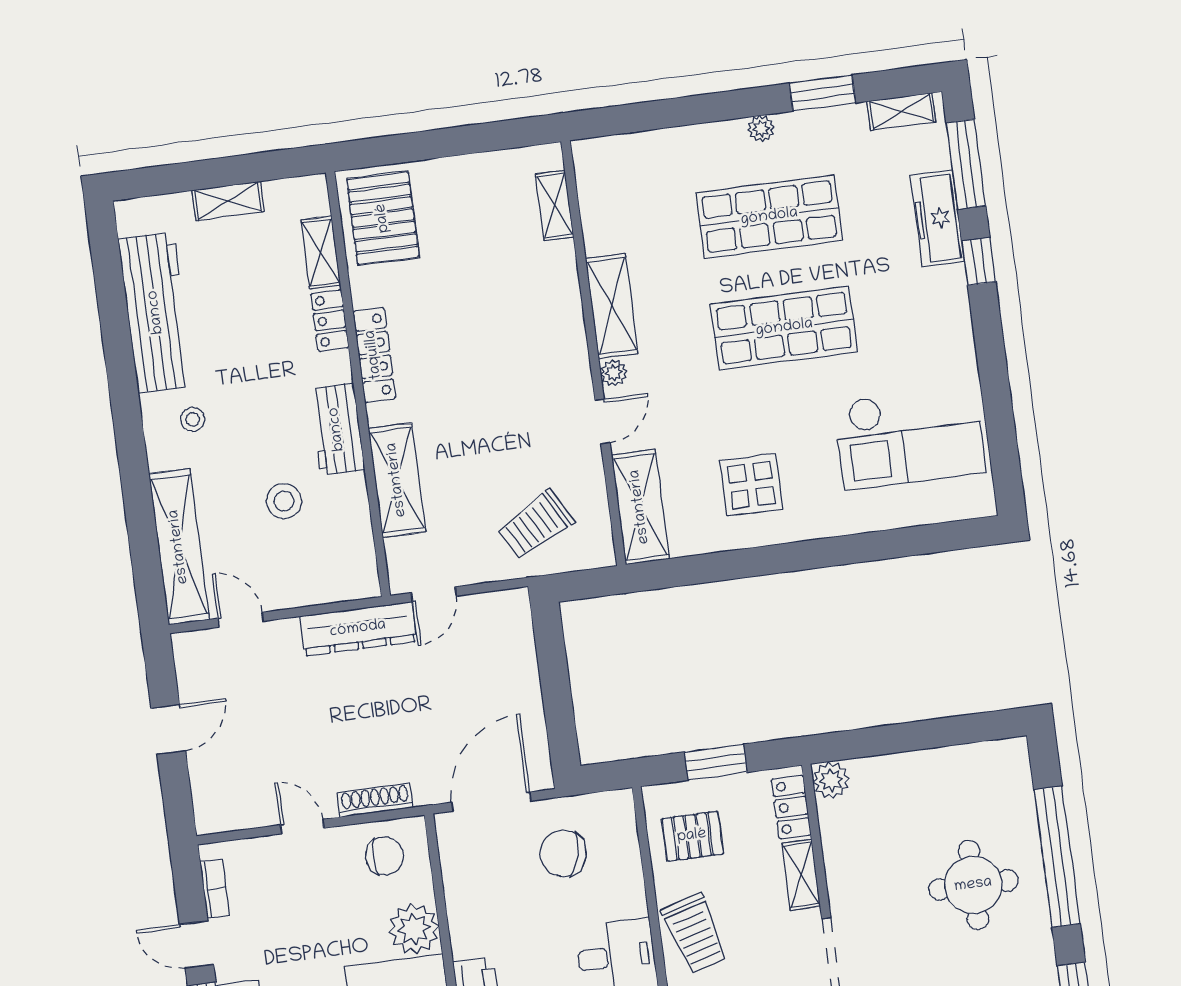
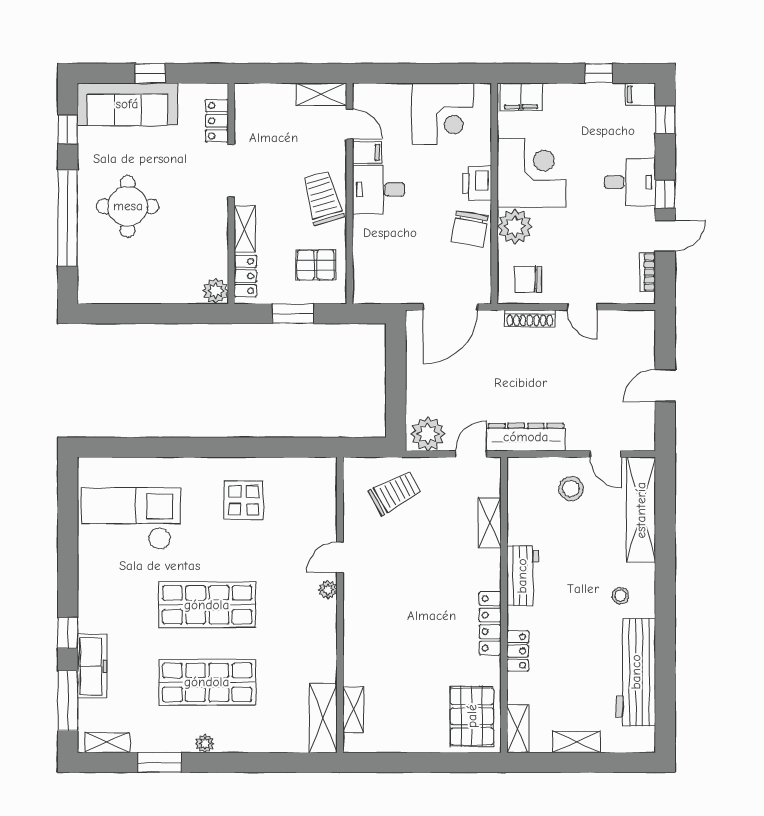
shelving: (321, 253) -> (518, 729), moved
shelving: (612, 306) -> (323, 718), moved
shelving: (397, 480) -> (490, 523), width x0.67, depth x0.75
stool: (284, 501) -> (571, 489), moved
shelving: (640, 507) -> (322, 495), removed
plant: (499, 615) -> (428, 434), added
chair: (563, 853) -> (470, 229), moved, turned 86
door: (197, 944) -> (665, 236), hinge flipped

